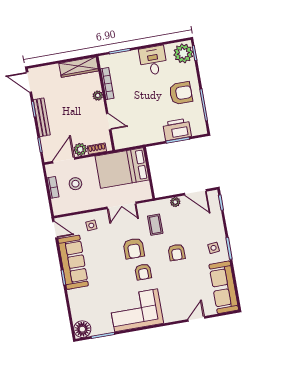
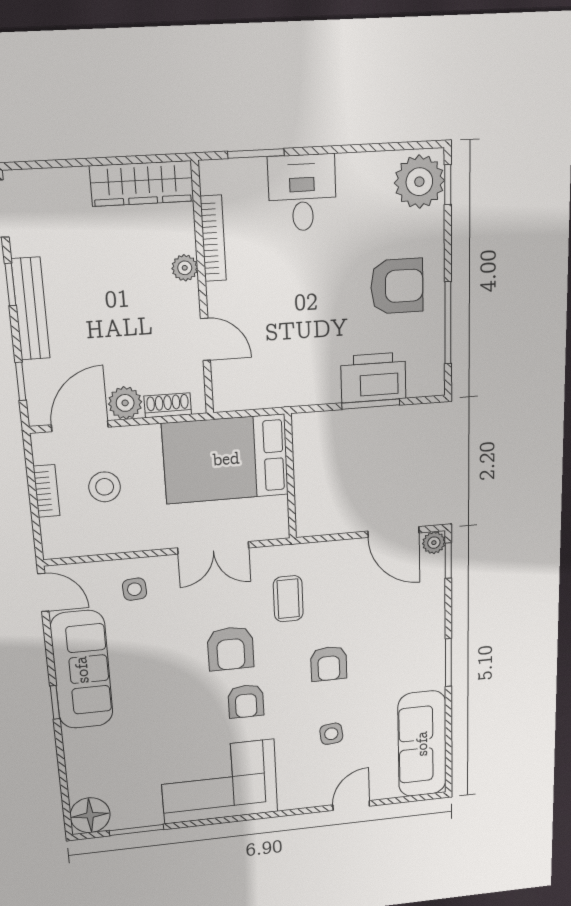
desk: (153, 60) -> (302, 193), moved
plant: (175, 202) -> (434, 543), moved
side table: (214, 248) -> (331, 734), moved

